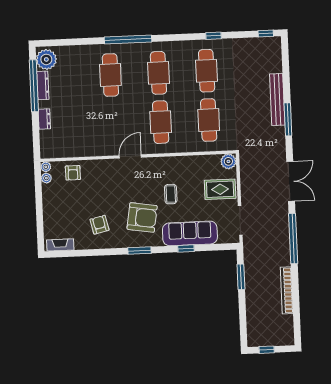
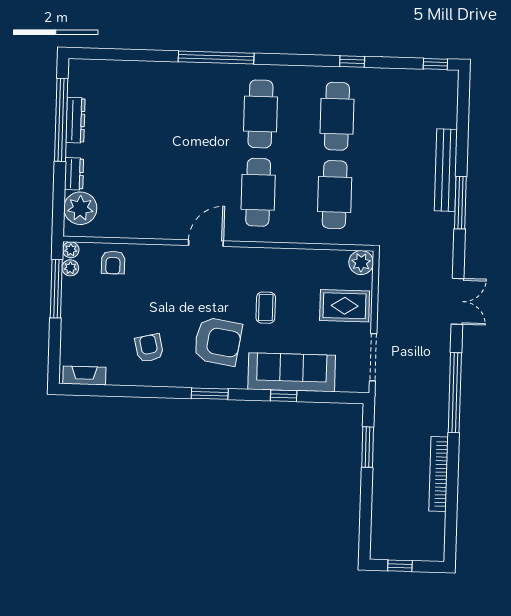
plant: (46, 59) -> (80, 208), moved
cafe table: (110, 75) -> (184, 112), removed
double door: (291, 181) -> (458, 301), width x0.73
window: (38, 192) -> (56, 289), added

